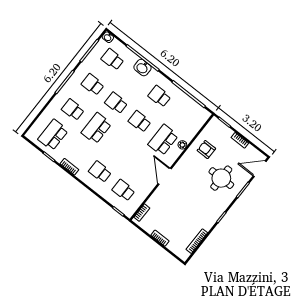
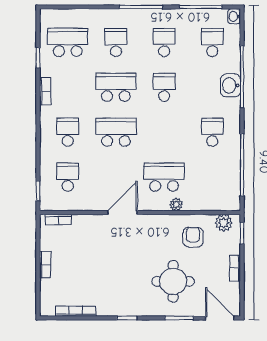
school desk: (140, 121) -> (116, 132), moved, width x1.85
plant: (212, 128) -> (224, 223), added

